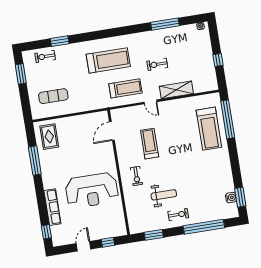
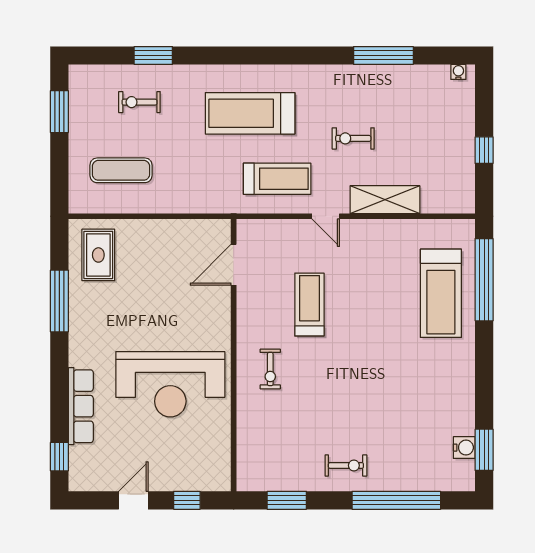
exercise bike: (45, 56) -> (139, 102), moved
treadmill: (108, 60) -> (250, 113), turned 180
weight bench: (164, 195) -> (322, 419), removed

